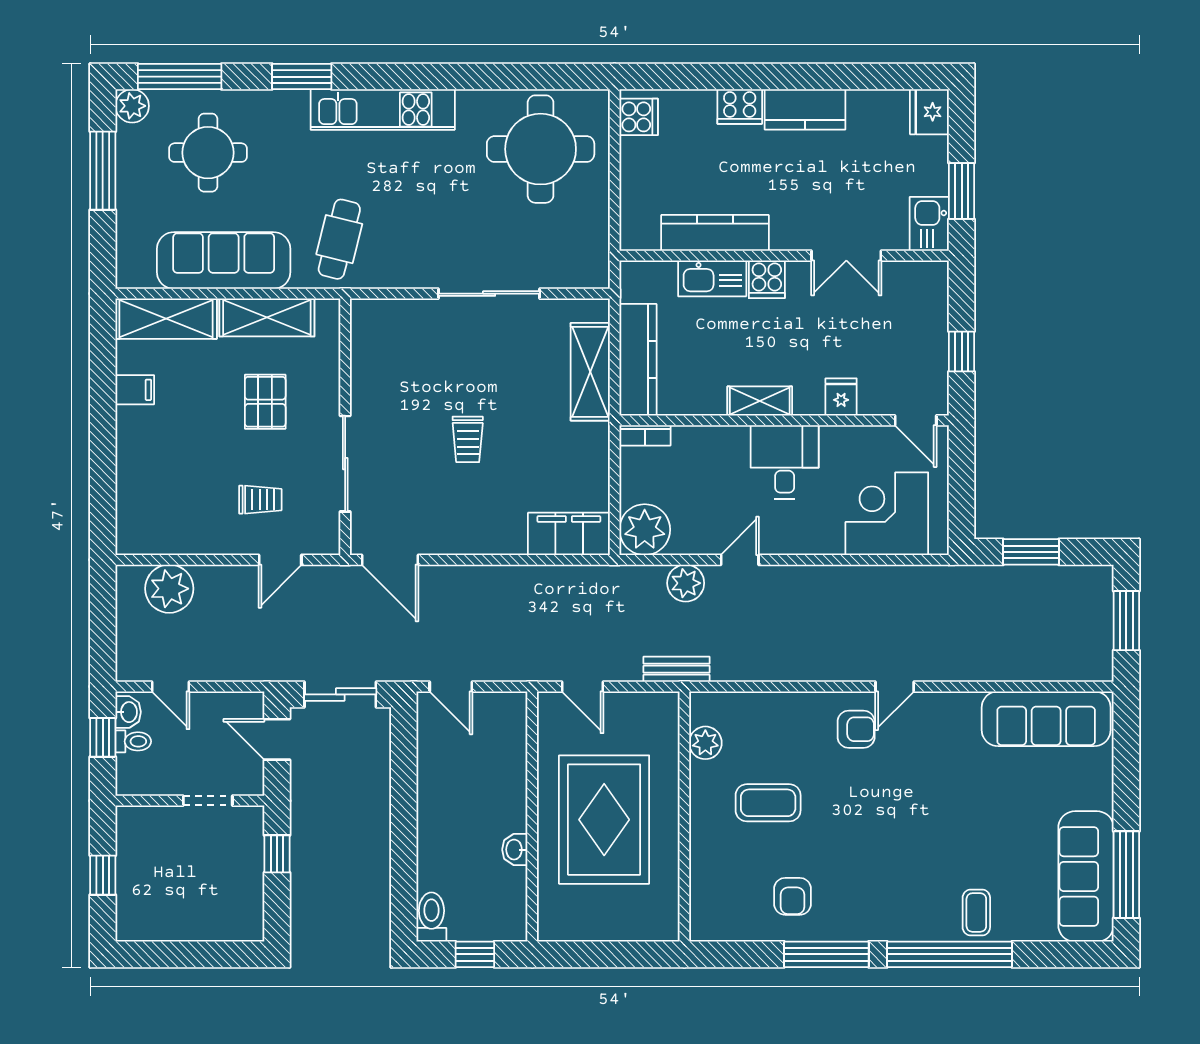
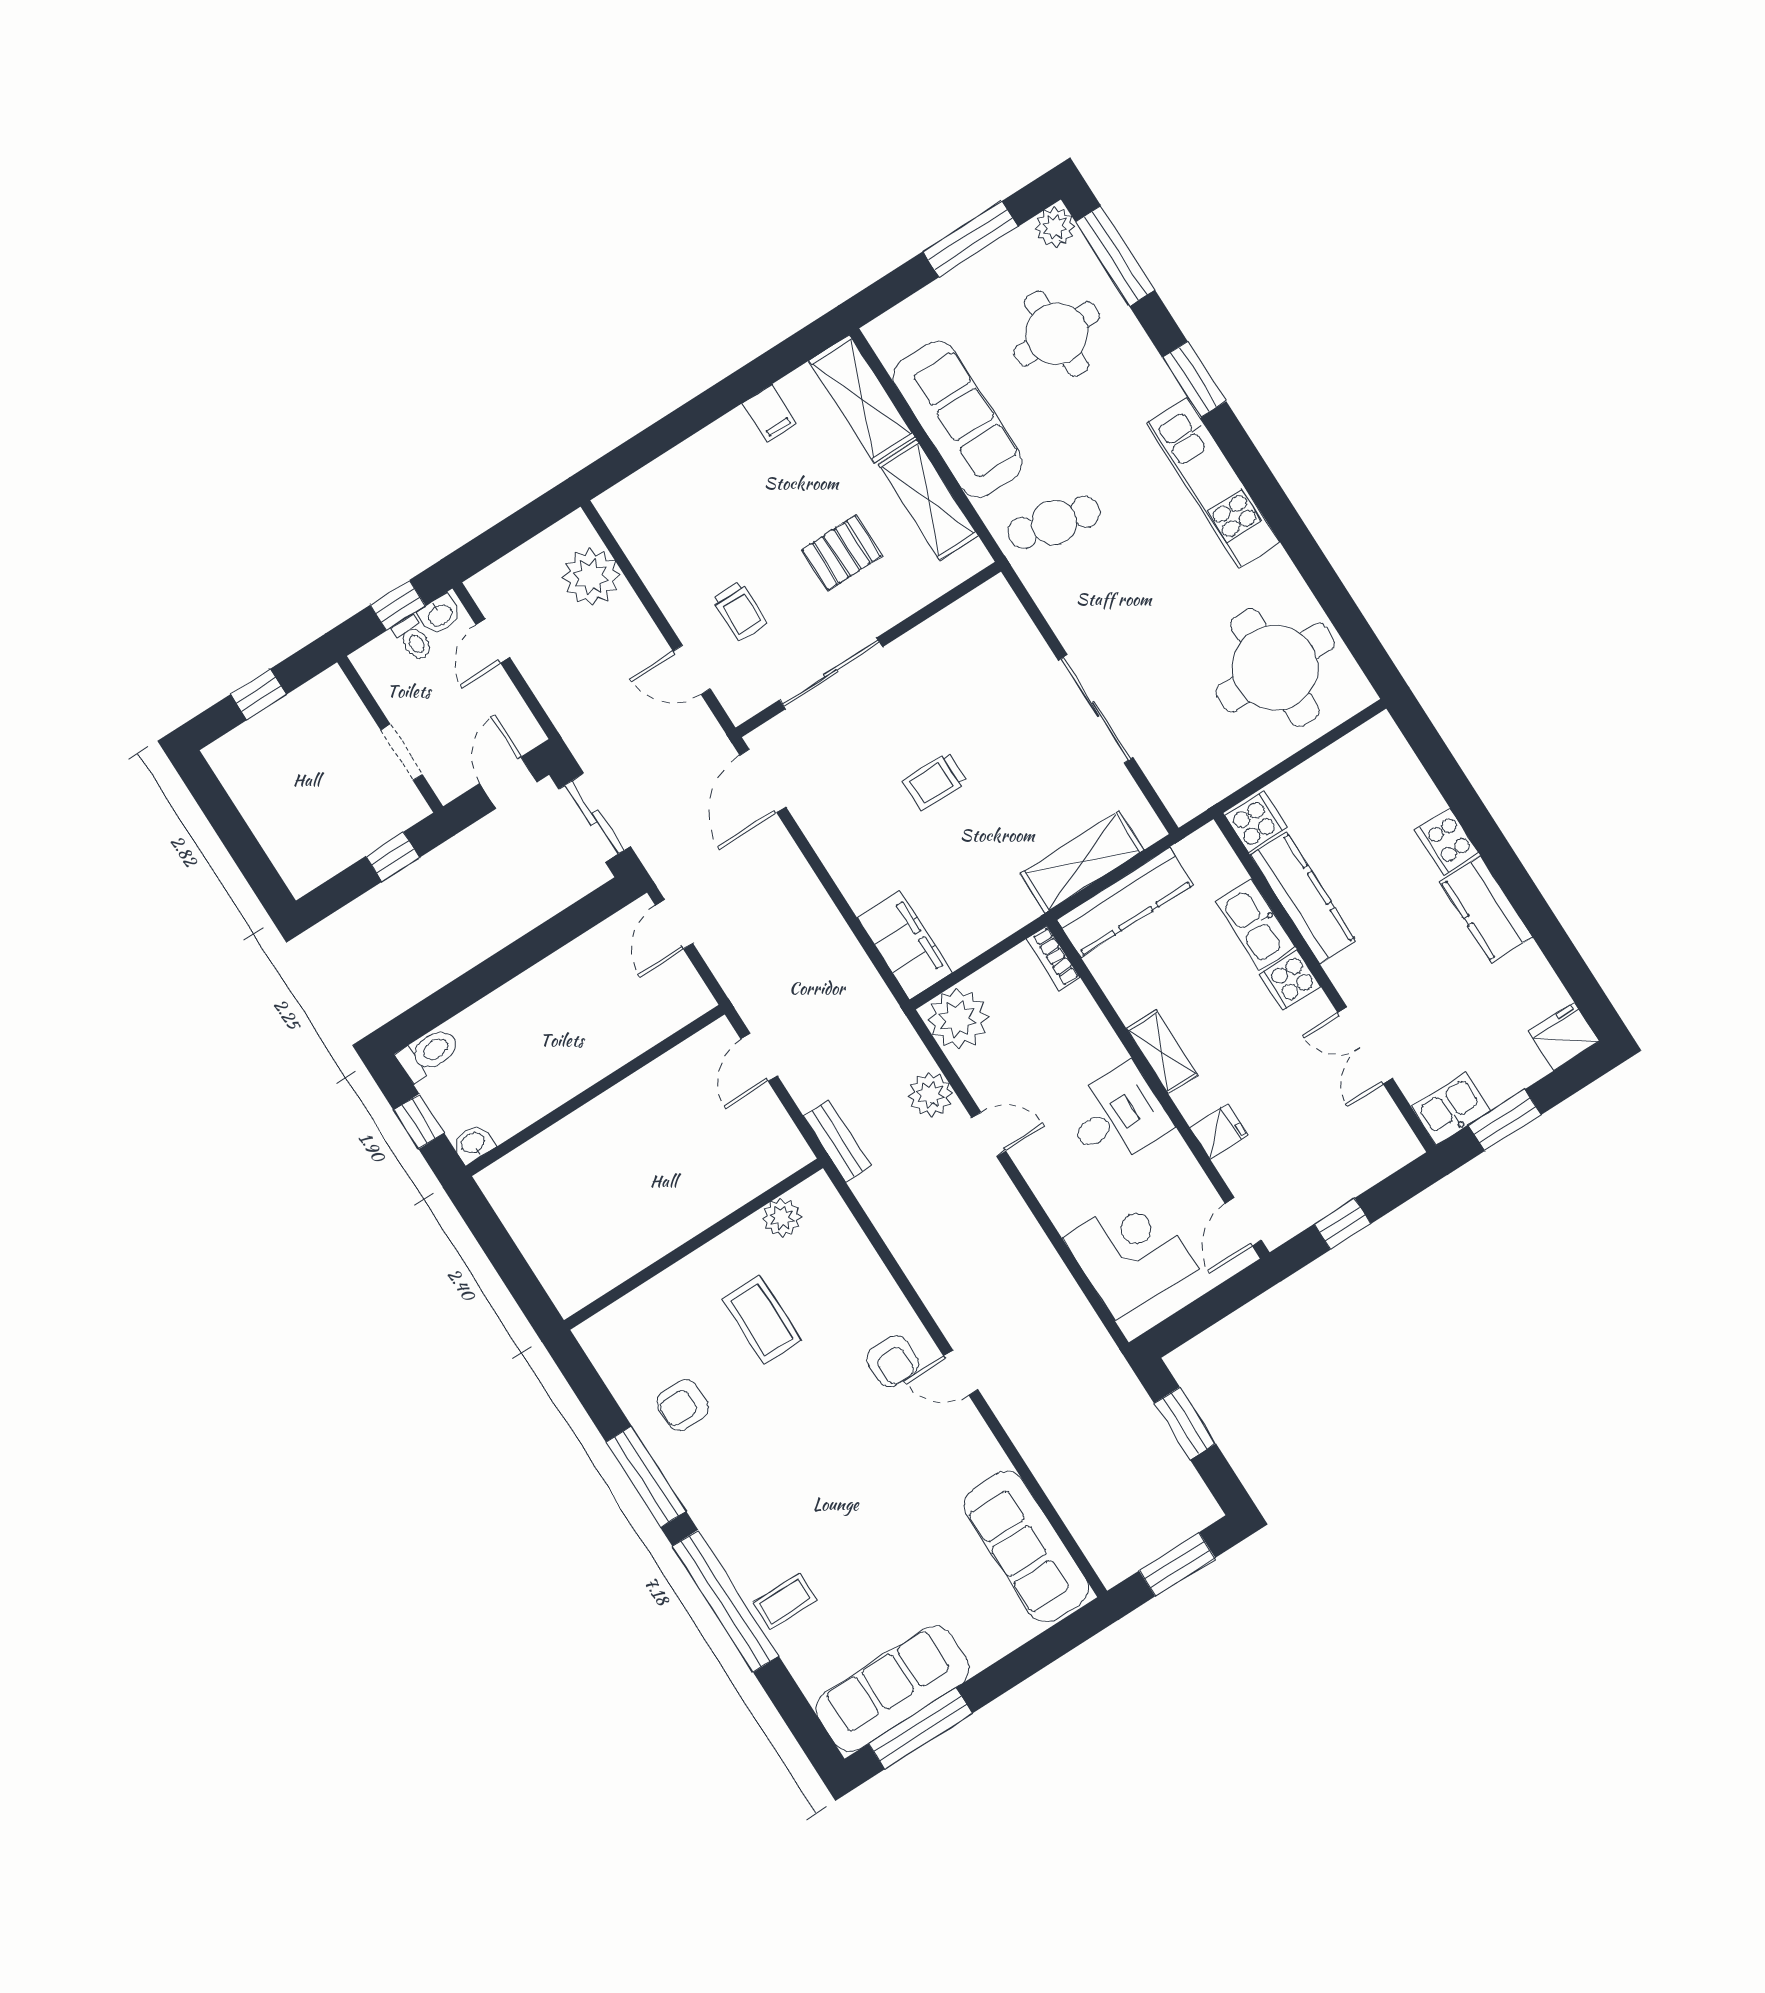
cooker: (639, 117) -> (1256, 822), moved, turned -90
rug: (604, 820) -> (639, 1165), removed
washbasin: (515, 850) -> (473, 1144), moved

